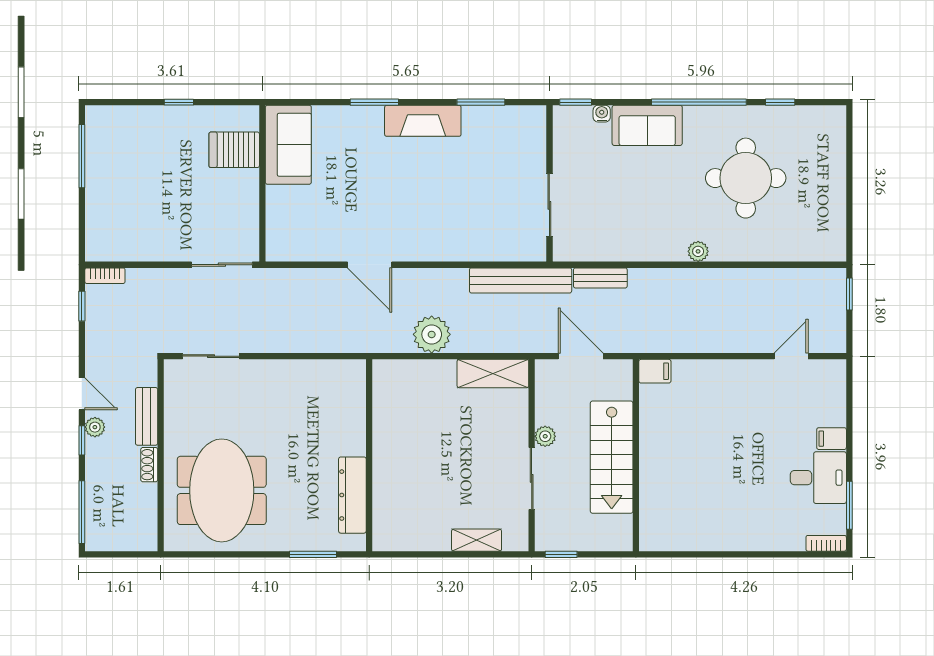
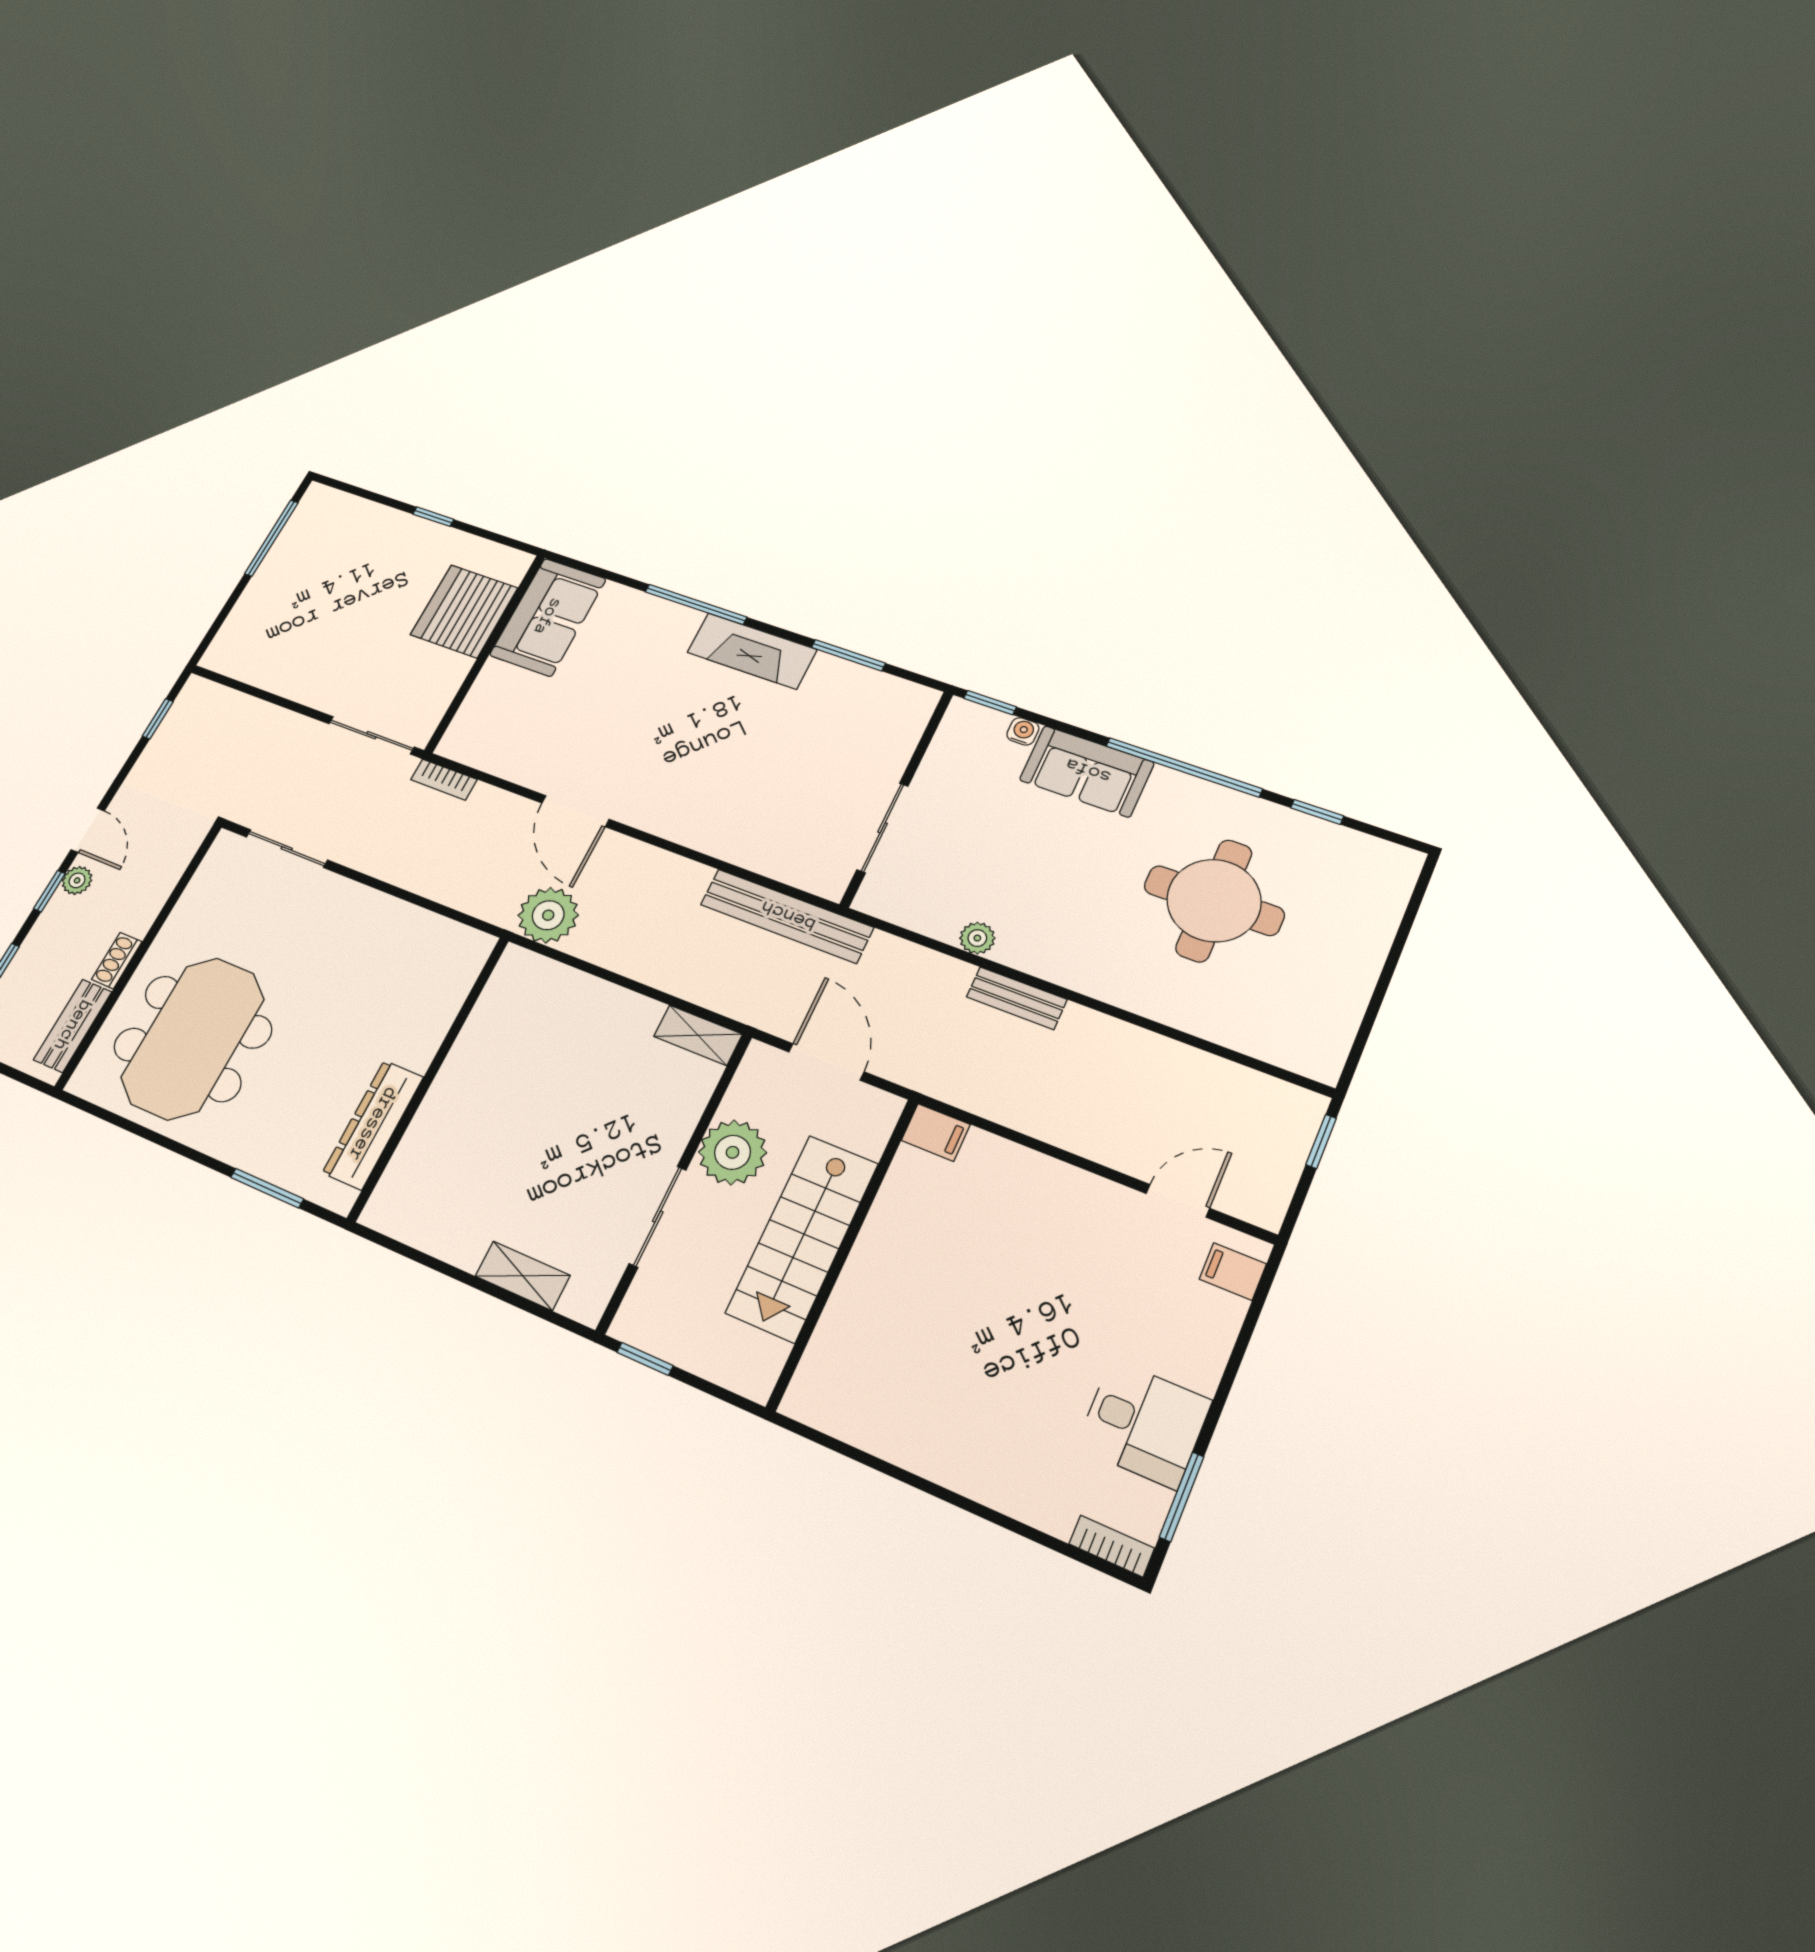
window: (374, 102) -> (696, 604), width x1.44
server rack: (234, 150) -> (464, 611), width x1.60
plant: (698, 251) -> (977, 938), moved
bookcase: (105, 276) -> (444, 780), moved
bench: (600, 278) -> (1017, 998), moved
plant: (432, 334) -> (548, 915), moved
shelving: (493, 374) -> (698, 1035), width x0.67, depth x0.75
bench: (147, 416) -> (73, 1026), moved
plant: (545, 436) -> (733, 1152), width x1.87, depth x1.87
filing cabinet: (832, 439) -> (1233, 1271), moved

